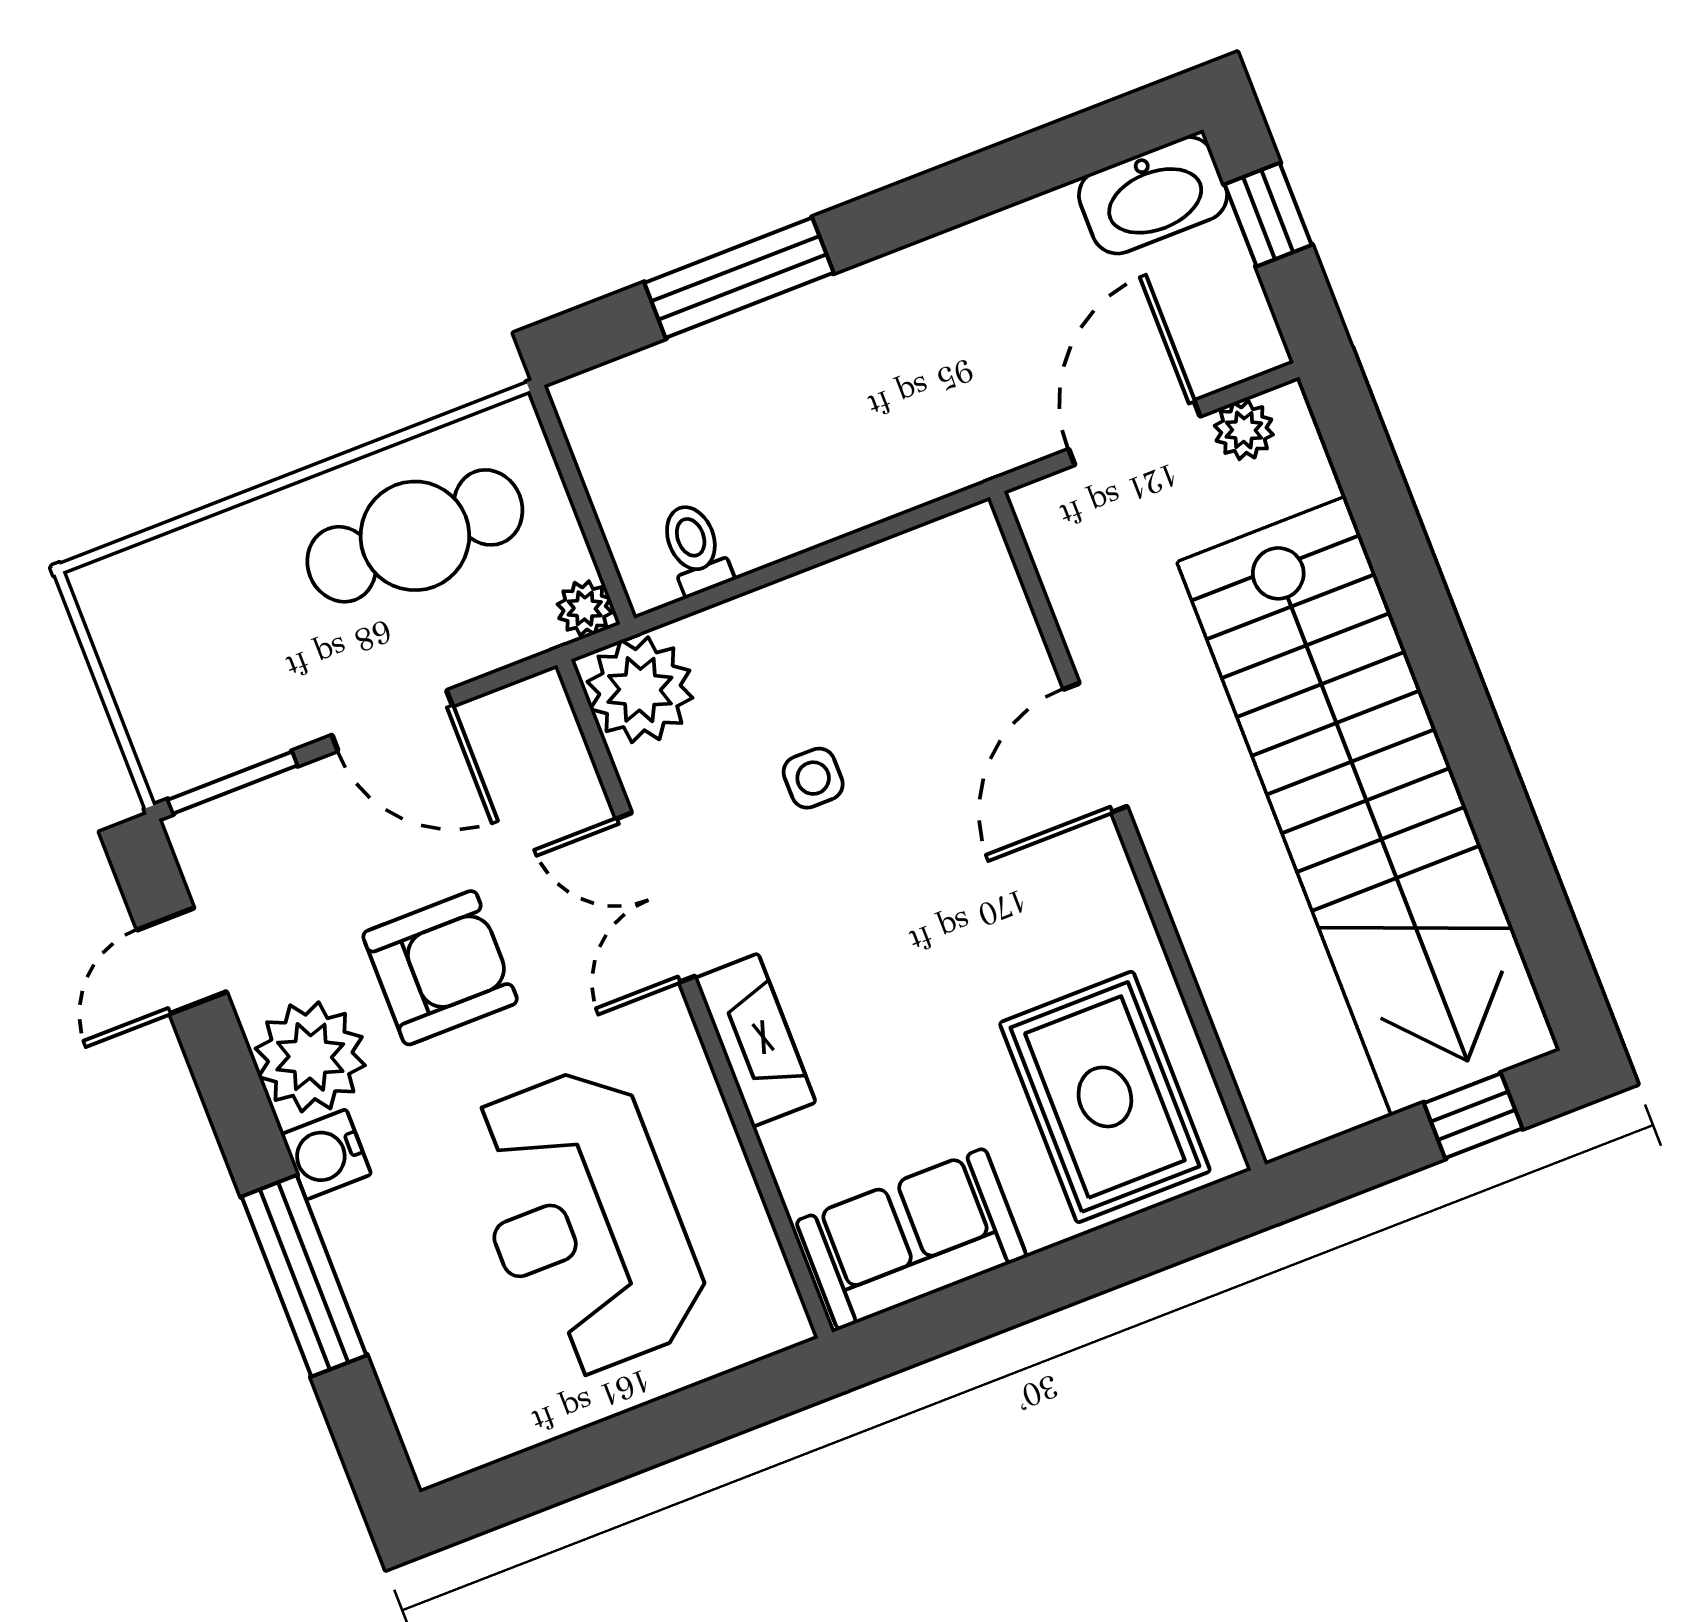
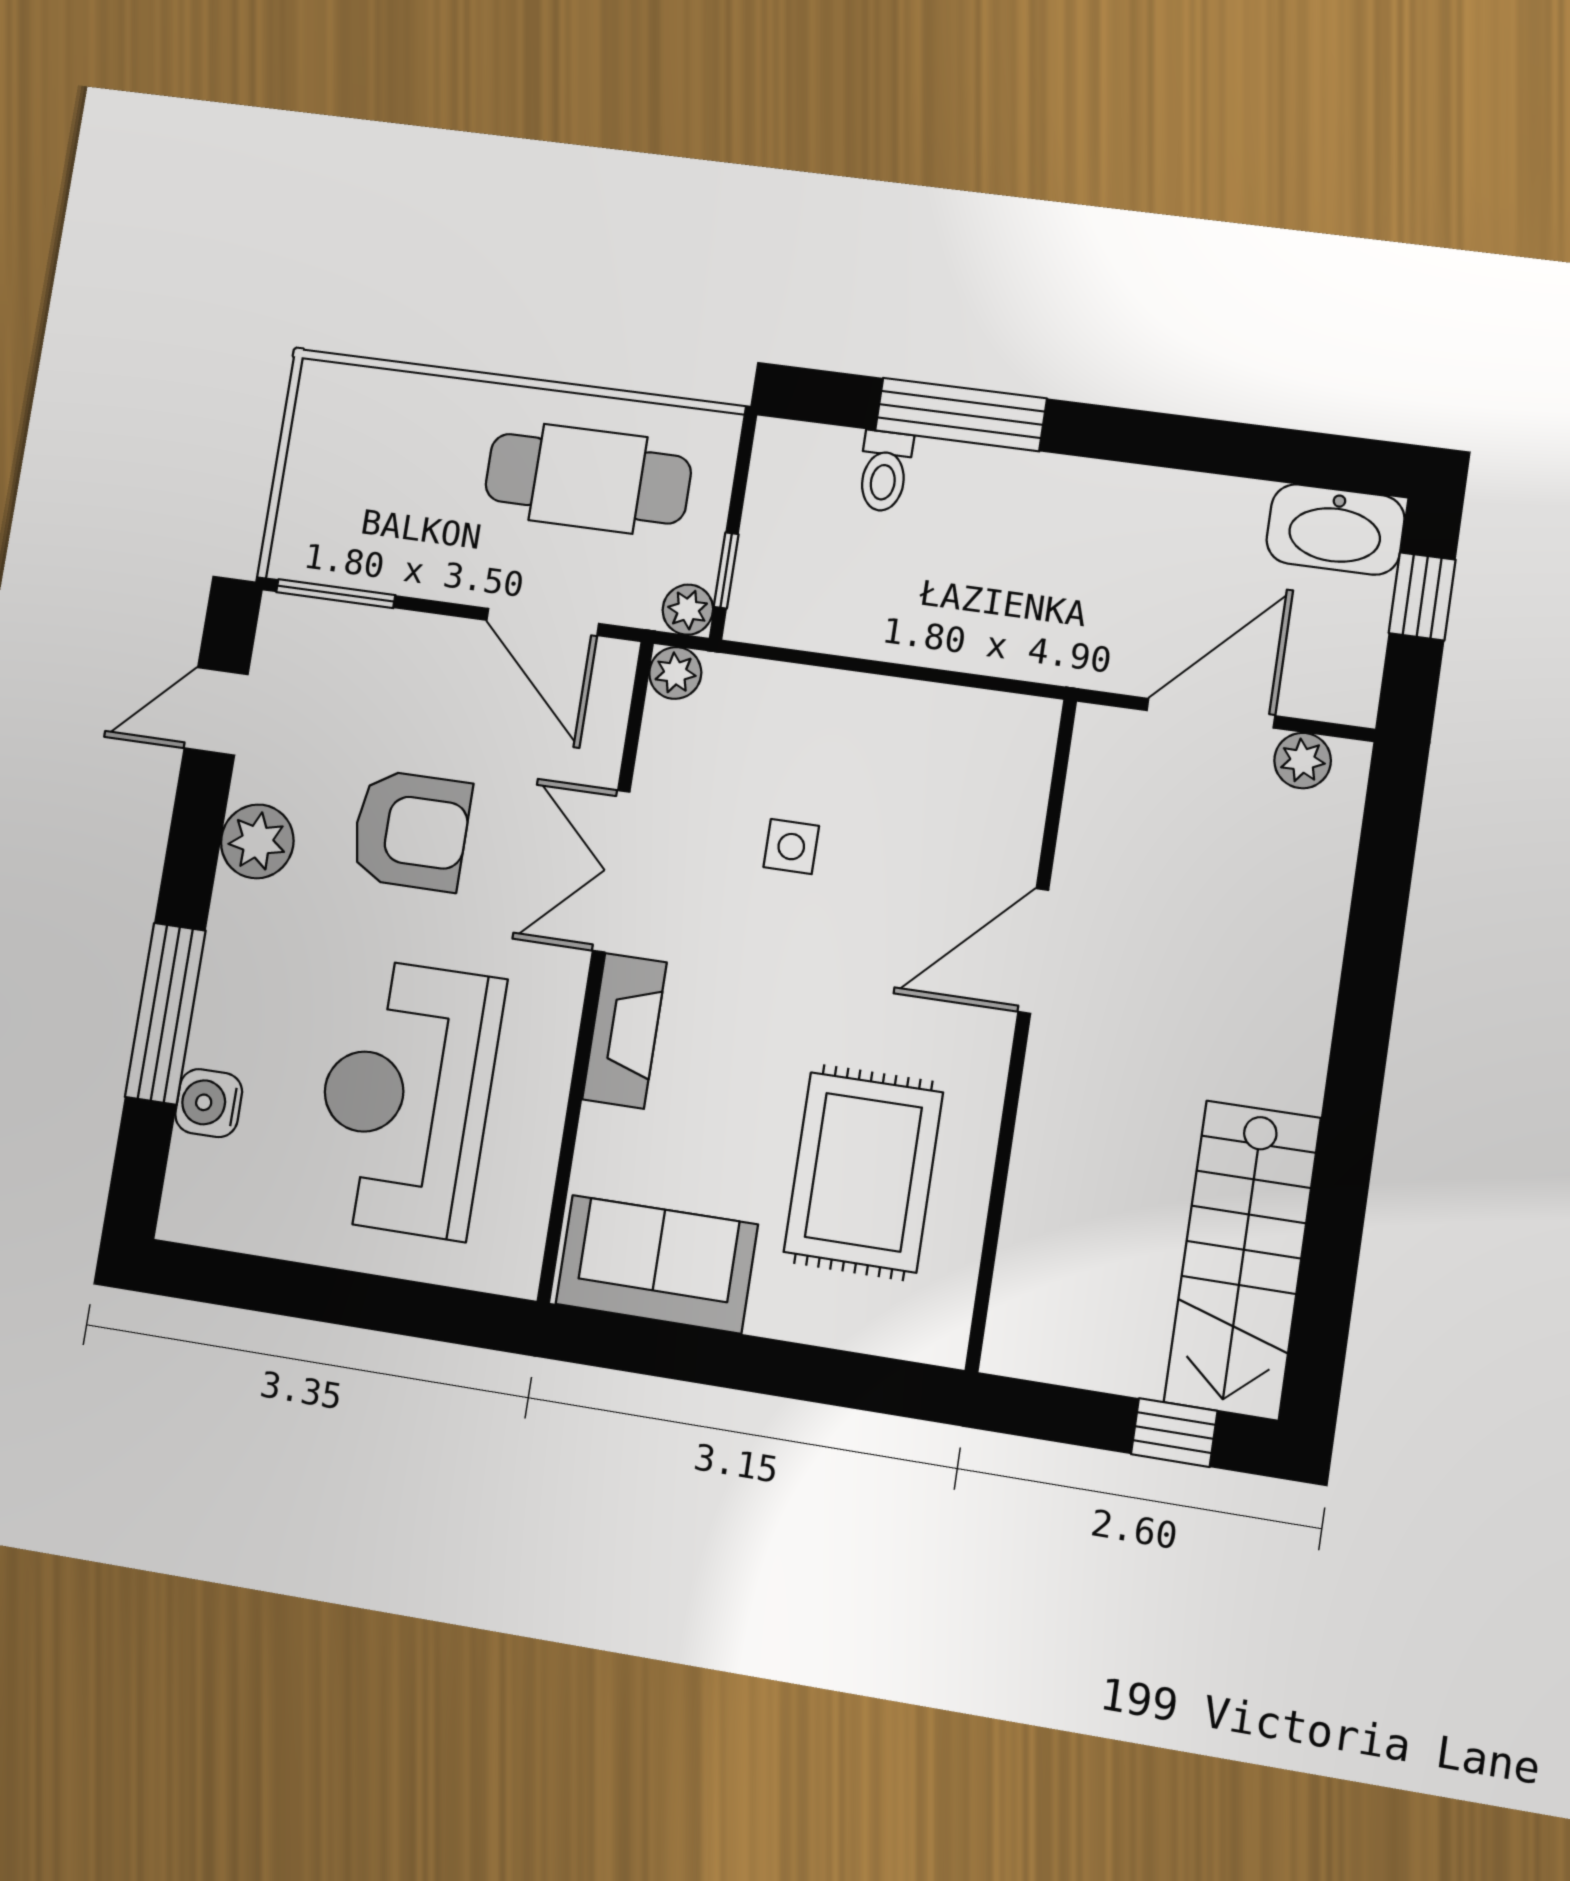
toilet: (695, 549) -> (884, 471), moved, turned 180
window: (600, 551) -> (726, 570), added
plant: (640, 690) -> (675, 673), width x0.53, depth x0.53
door: (392, 721) -> (543, 622), moved
stairs: (1368, 806) -> (1242, 1260), width x0.54, depth x0.66
plant: (310, 1057) -> (257, 841), width x0.73, depth x0.73
rug: (1105, 1097) -> (863, 1172), moved
water cooler: (326, 1154) -> (209, 1103), moved

